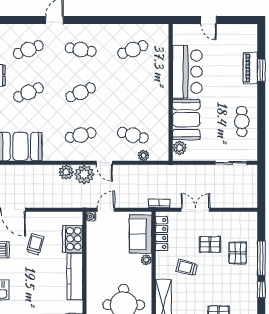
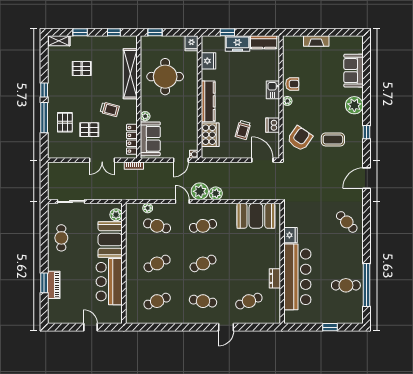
cafe table: (28, 92) -> (157, 263), moved

